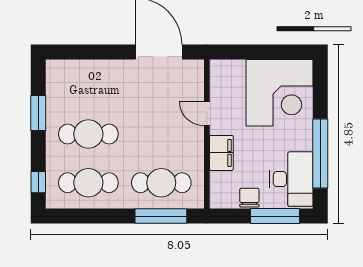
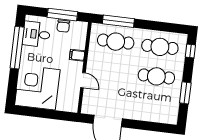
filing cabinet: (221, 153) -> (77, 55), width x0.50
desk: (291, 179) -> (36, 34), width x0.73
window: (275, 216) -> (62, 15), moved

